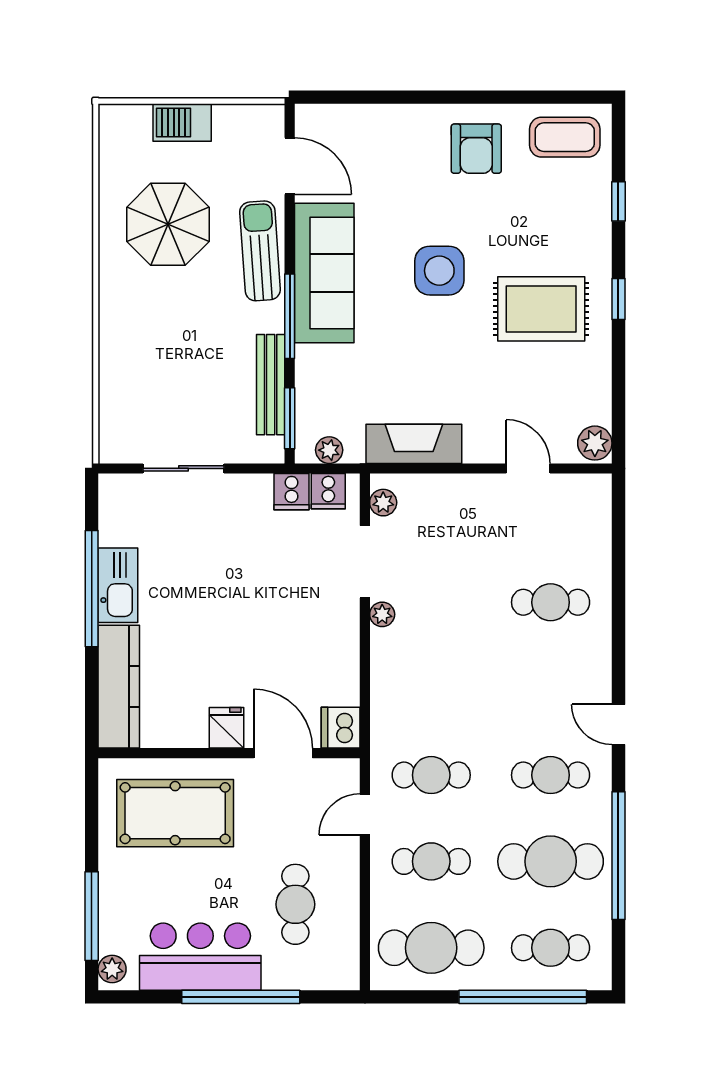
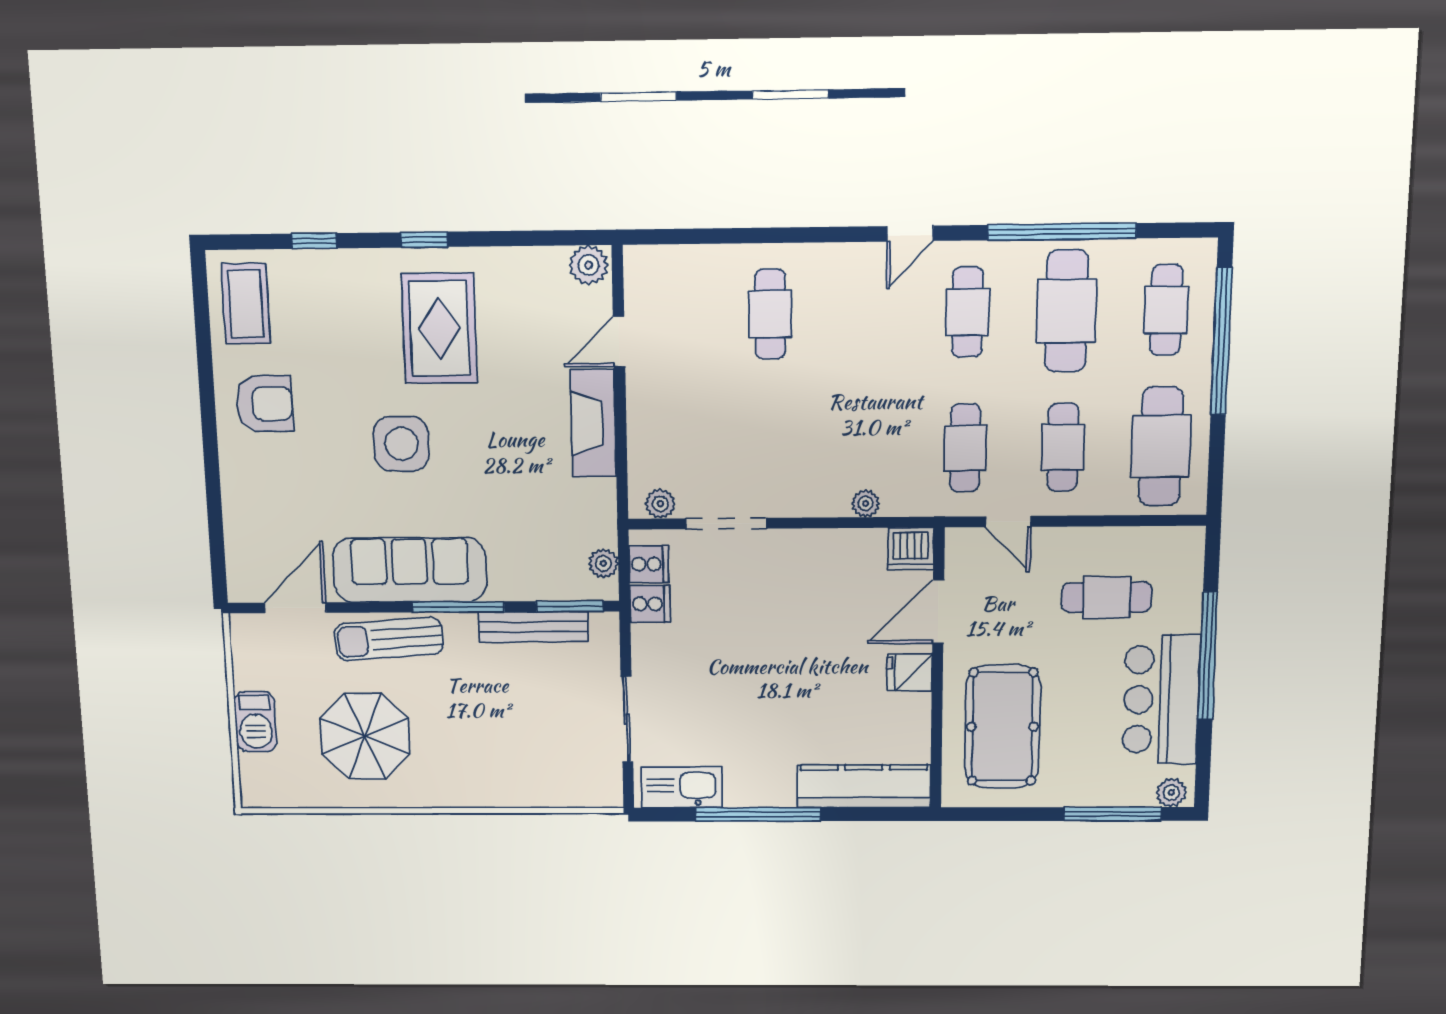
fireplace: (414, 444) -> (593, 423), moved
kitchen sink: (118, 585) -> (682, 787), moved
plant: (382, 614) -> (866, 503), moved

